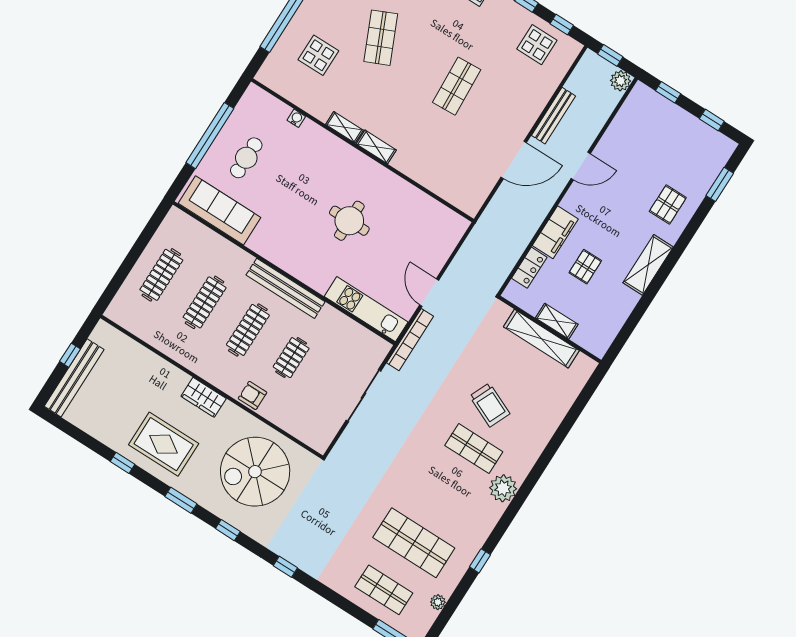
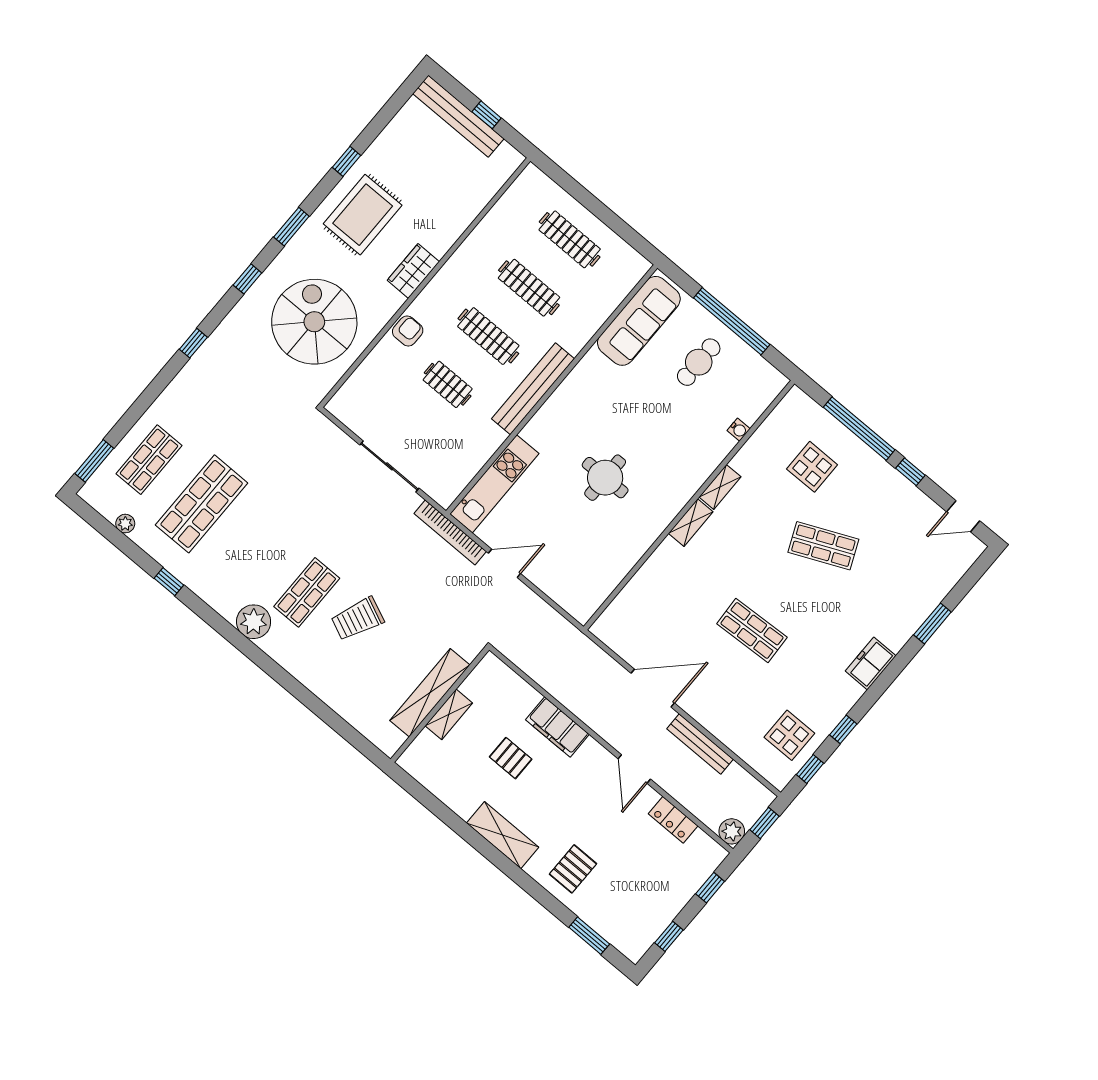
cafe table: (246, 158) -> (699, 362), turned 90
door: (514, 160) -> (653, 688), swing flipped
pallet: (668, 205) -> (573, 869), turned 90
locker: (529, 268) -> (673, 820), moved

